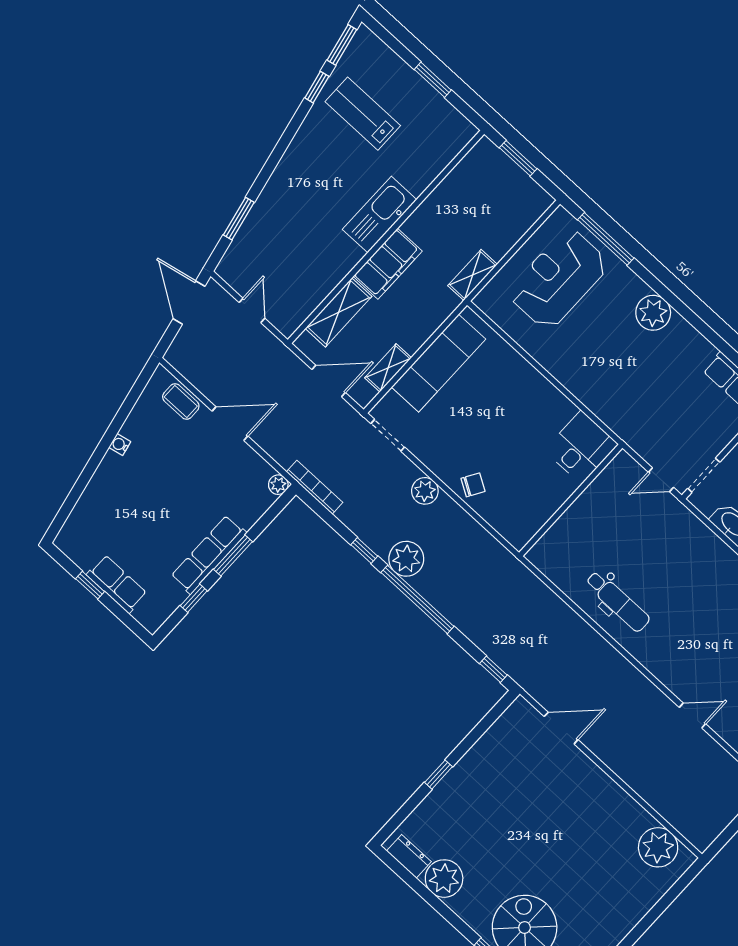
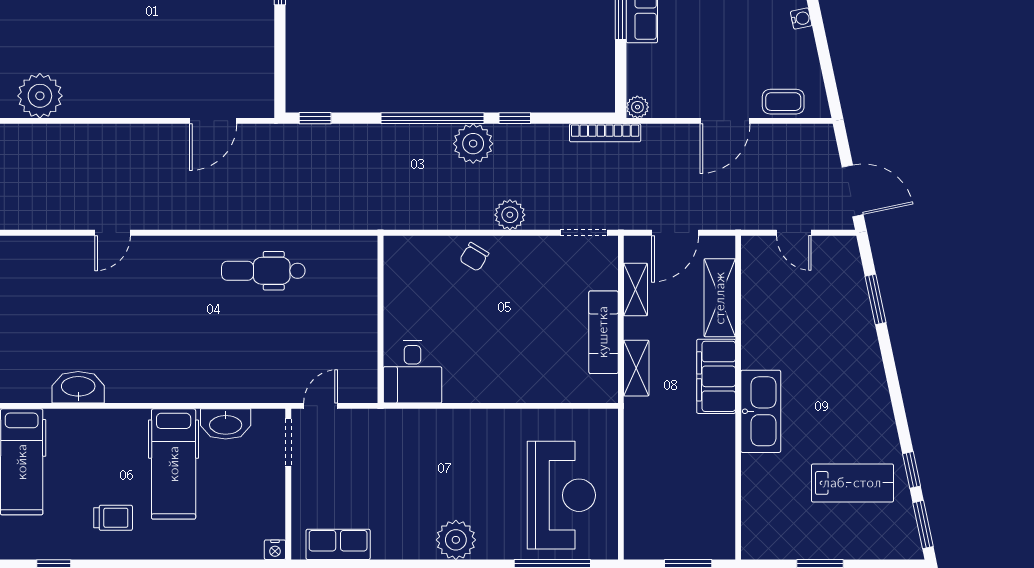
shelving: (473, 275) -> (636, 368), moved
exam couch: (439, 363) -> (603, 332), width x0.73, depth x0.69

